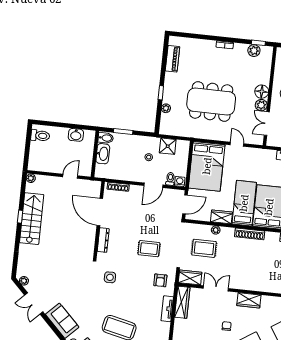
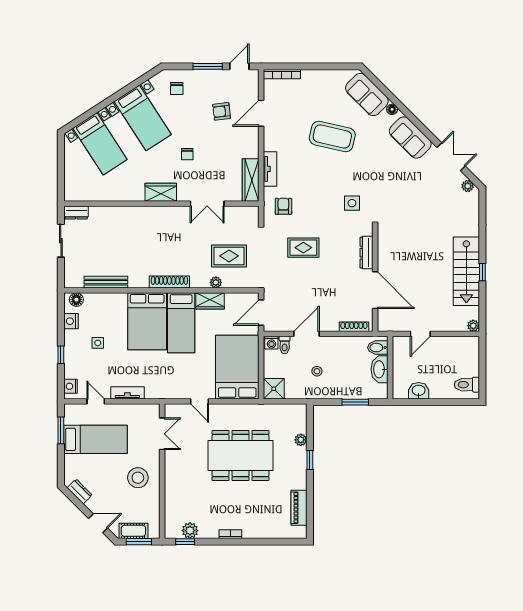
floor lamp: (262, 92) -> (174, 476), removed
plant: (261, 105) -> (172, 458), removed
bidet: (106, 138) -> (378, 348), moved
shower: (168, 146) -> (274, 389), moved
wardrobe: (190, 277) -> (244, 215), removed

